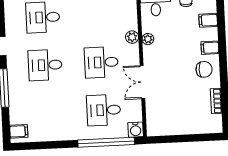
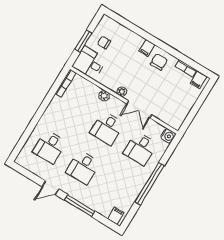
filing cabinet: (208, 20) -> (198, 80), moved
plant: (148, 39) -> (122, 92), moved
window: (106, 142) -> (149, 184), moved

